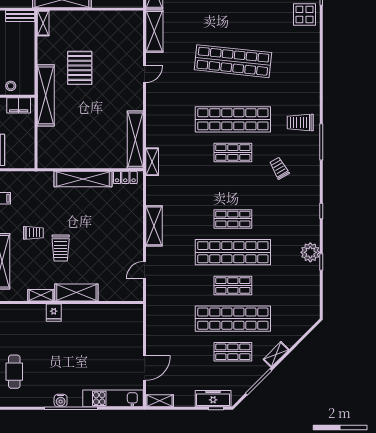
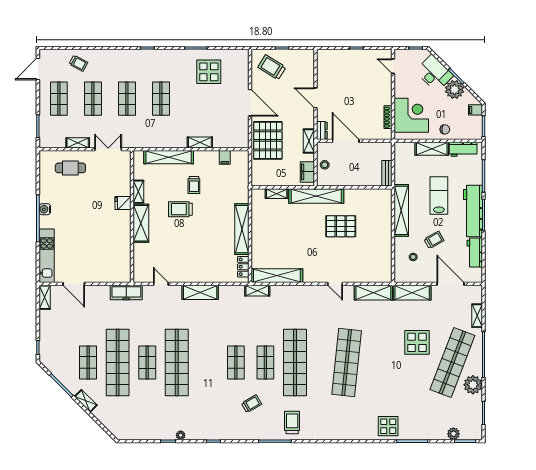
shelving: (43, 23) -> (277, 194), moved
shop shelf: (233, 219) -> (236, 363), moved
plant: (310, 252) -> (181, 435), width x0.53, depth x0.53
freezer: (213, 399) -> (126, 292), moved, turned 90

